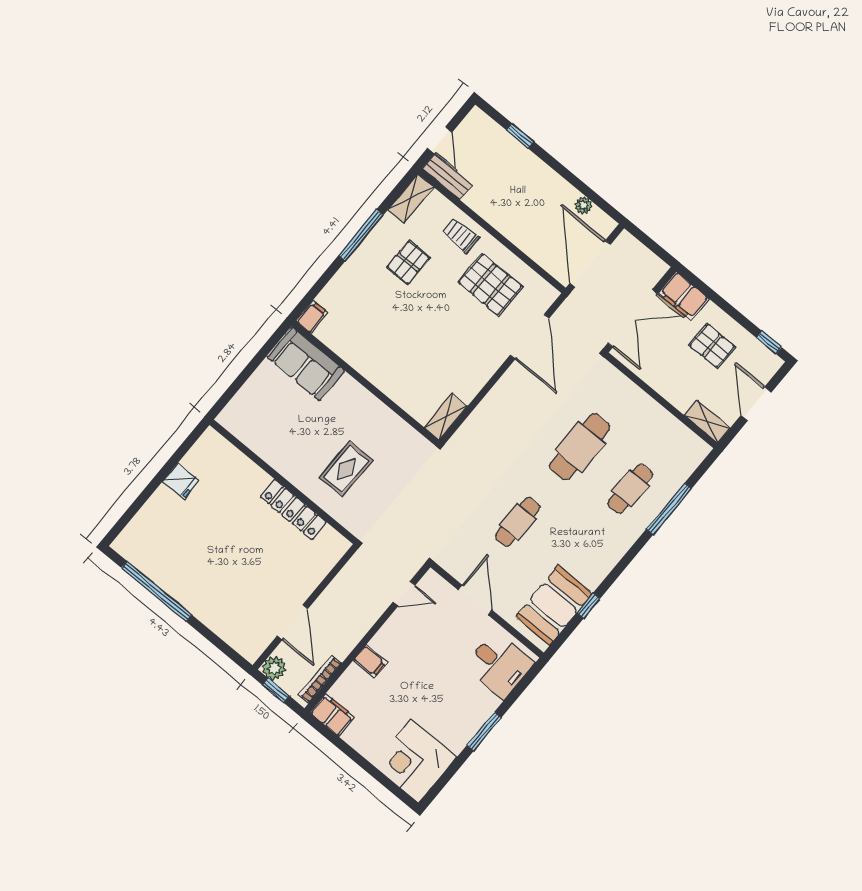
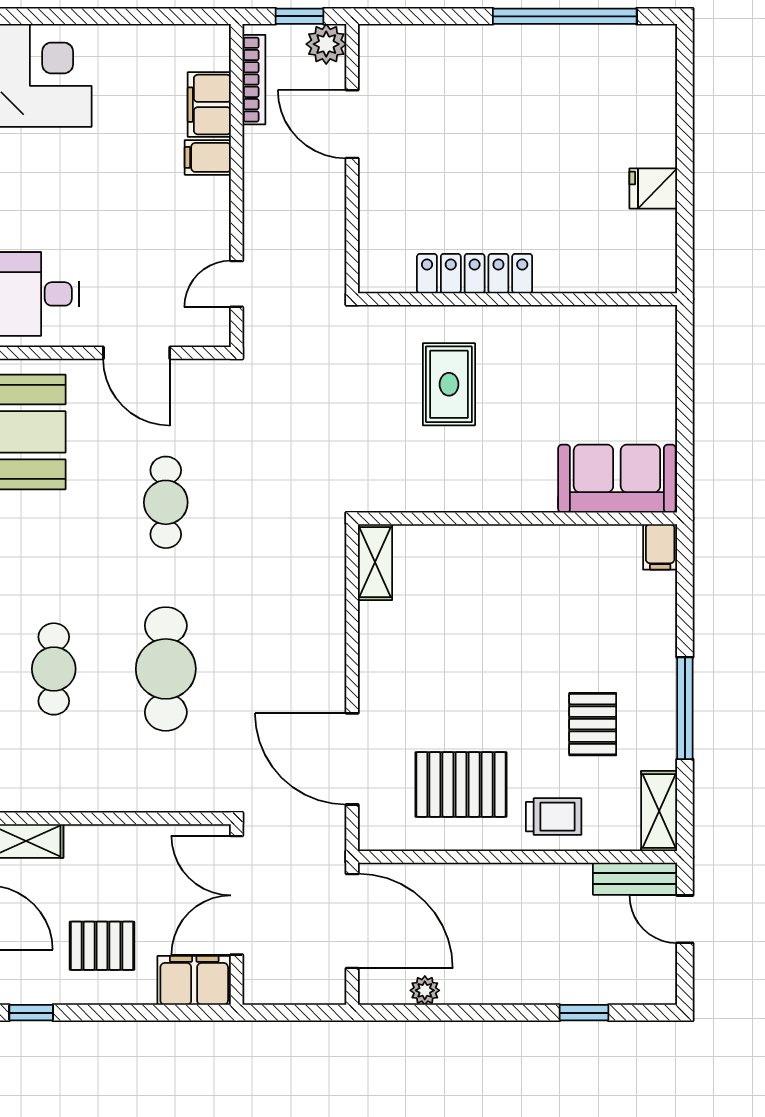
filing cabinet: (332, 715) -> (209, 105), moved, turned 90

